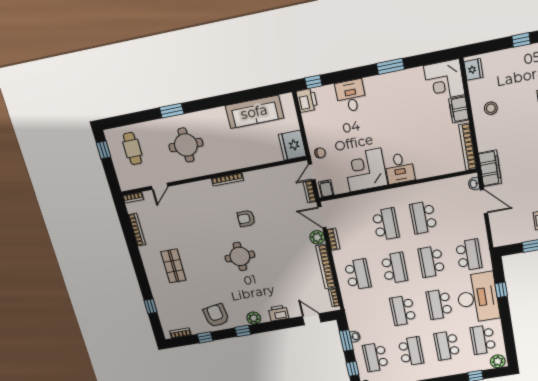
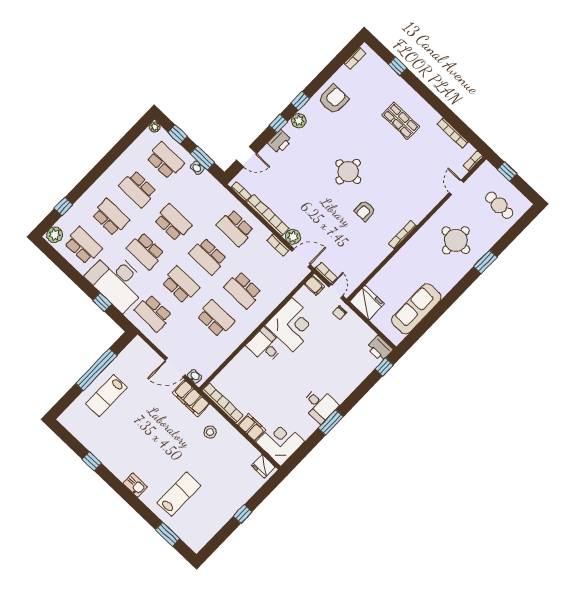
desk: (351, 96) -> (320, 405), moved
stool: (491, 108) -> (210, 432), moved
window: (104, 150) -> (507, 172), moved
armchair: (246, 218) -> (365, 211), turned 180
school desk: (439, 304) -> (146, 251), turned 180
armchair: (216, 315) -> (334, 99), turned -81
window: (205, 337) -> (278, 124), moved

